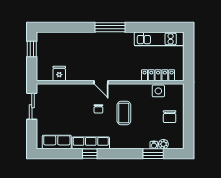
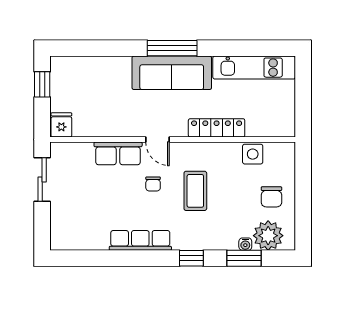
sofa: (110, 42) -> (172, 73), added
fridge: (59, 73) -> (61, 125), moved
locker: (158, 75) -> (217, 128), moved
row of seats: (57, 142) -> (118, 153), moved, turned 180
plant: (163, 144) -> (268, 236), width x1.88, depth x1.88
window: (90, 154) -> (191, 258), moved

